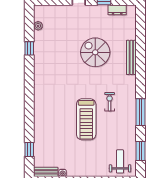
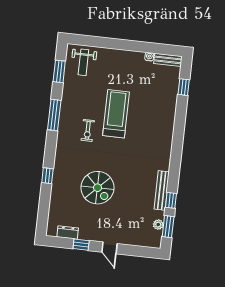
window: (29, 25) -> (168, 227), added
bench: (131, 57) -> (162, 190), moved
window: (141, 58) -> (47, 176), added

